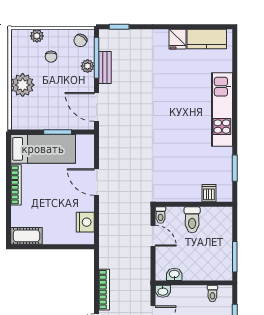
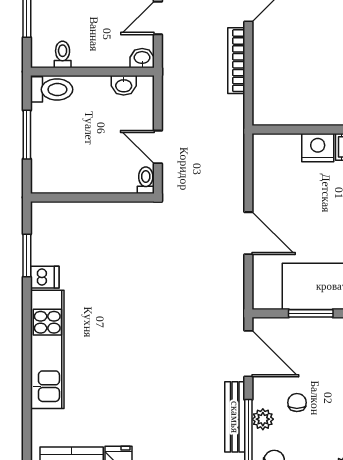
chair: (51, 57) -> (297, 403), moved
bench: (105, 67) -> (235, 417), width x1.36
dishwasher: (209, 193) -> (45, 277), moved, turned -90
toilet: (192, 220) -> (52, 89), moved, turned 90
nightstand: (85, 222) -> (318, 148), moved, turned 90
window: (235, 257) -> (27, 135), moved

